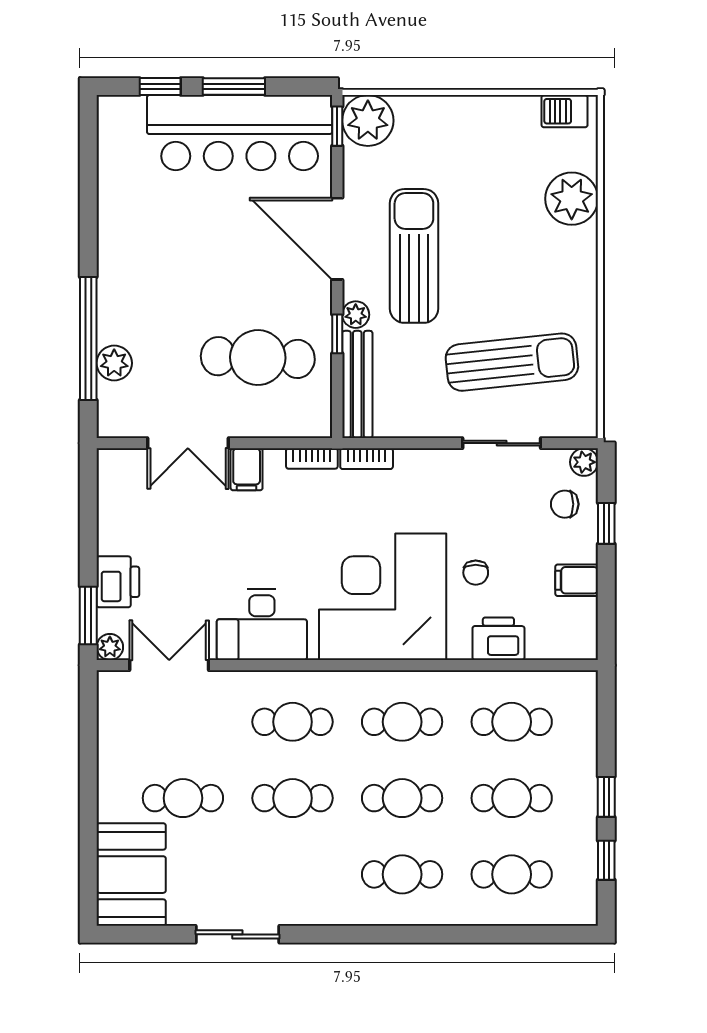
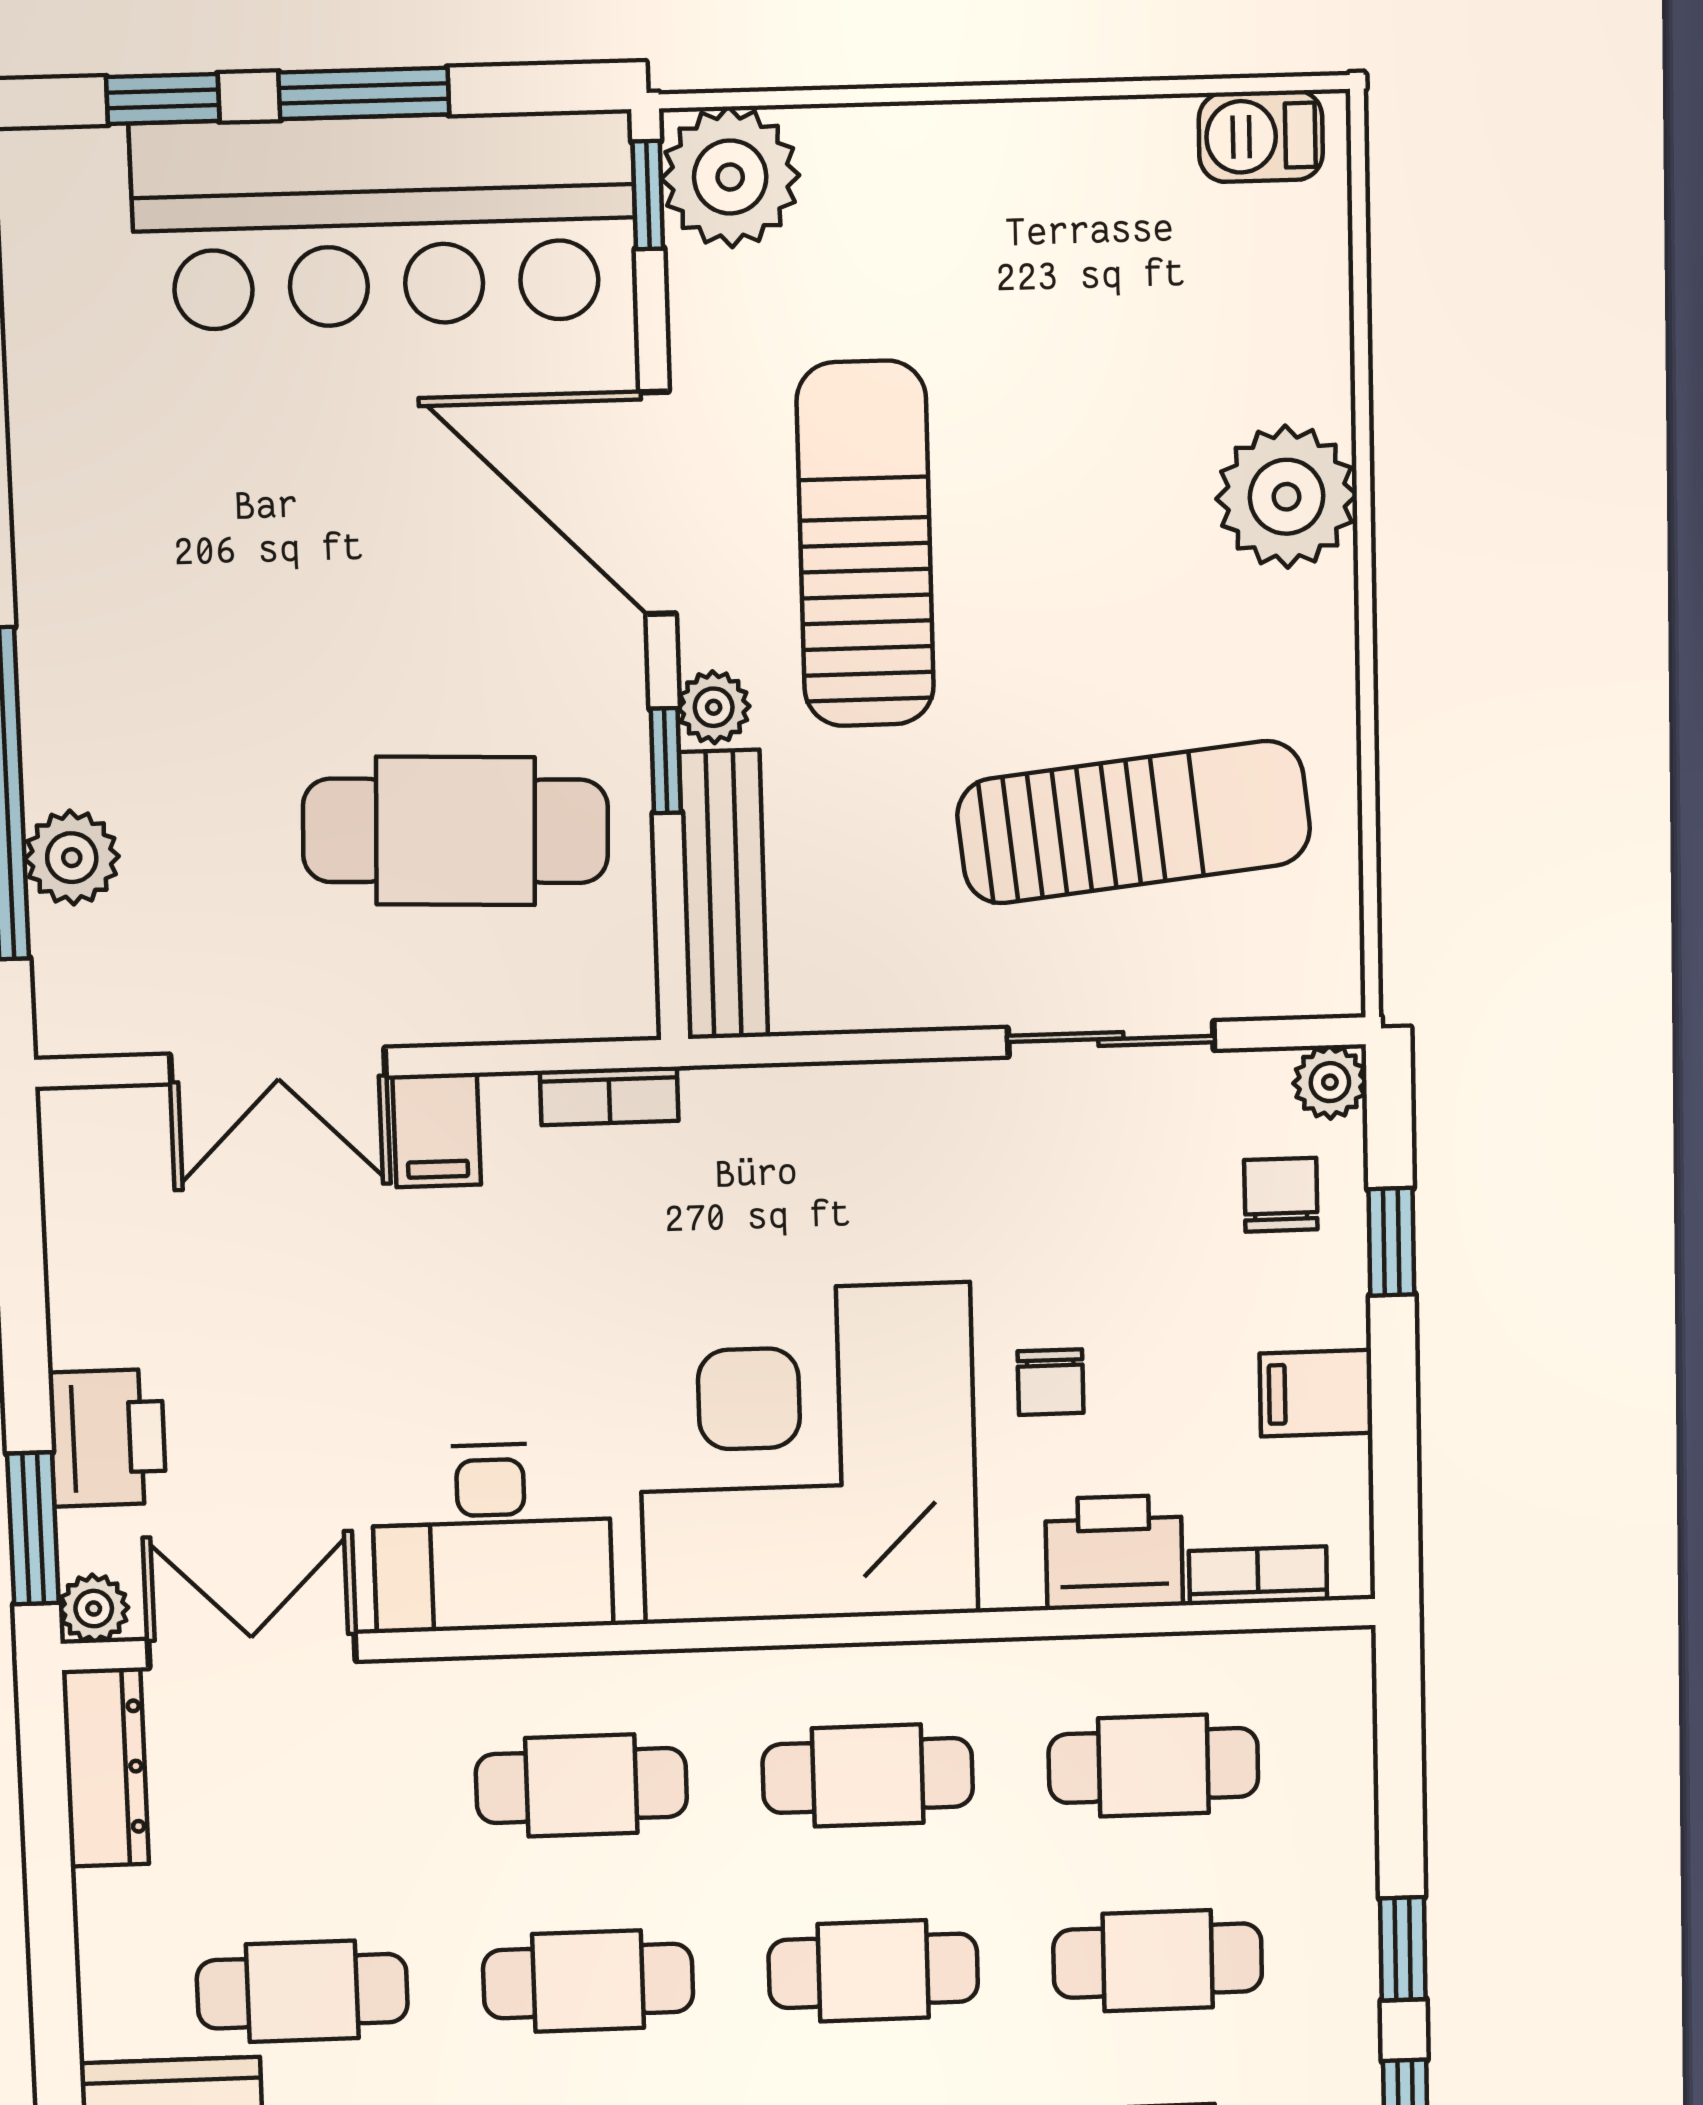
plant: (572, 199) -> (1287, 497), moved
bookcase: (367, 459) -> (1258, 1576), moved, turned 180
chair: (565, 504) -> (1281, 1195), turned 90
dresser: (112, 708) -> (105, 1767), added

